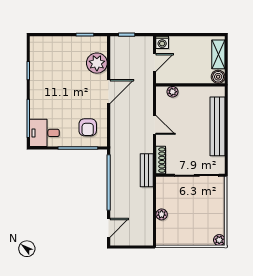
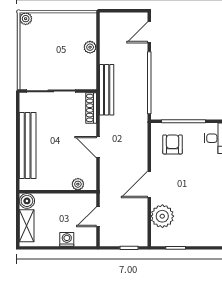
washing machine: (162, 42) -> (67, 239), moved
bench: (147, 170) -> (107, 90), width x1.36

